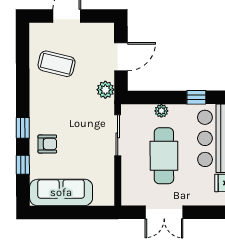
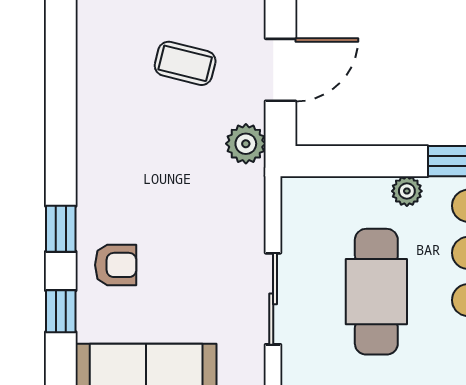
coffee table: (57, 64) -> (185, 63), moved, width x0.73, depth x0.77
plant: (161, 111) -> (407, 191), moved
sliding door: (118, 135) -> (273, 299), moved

